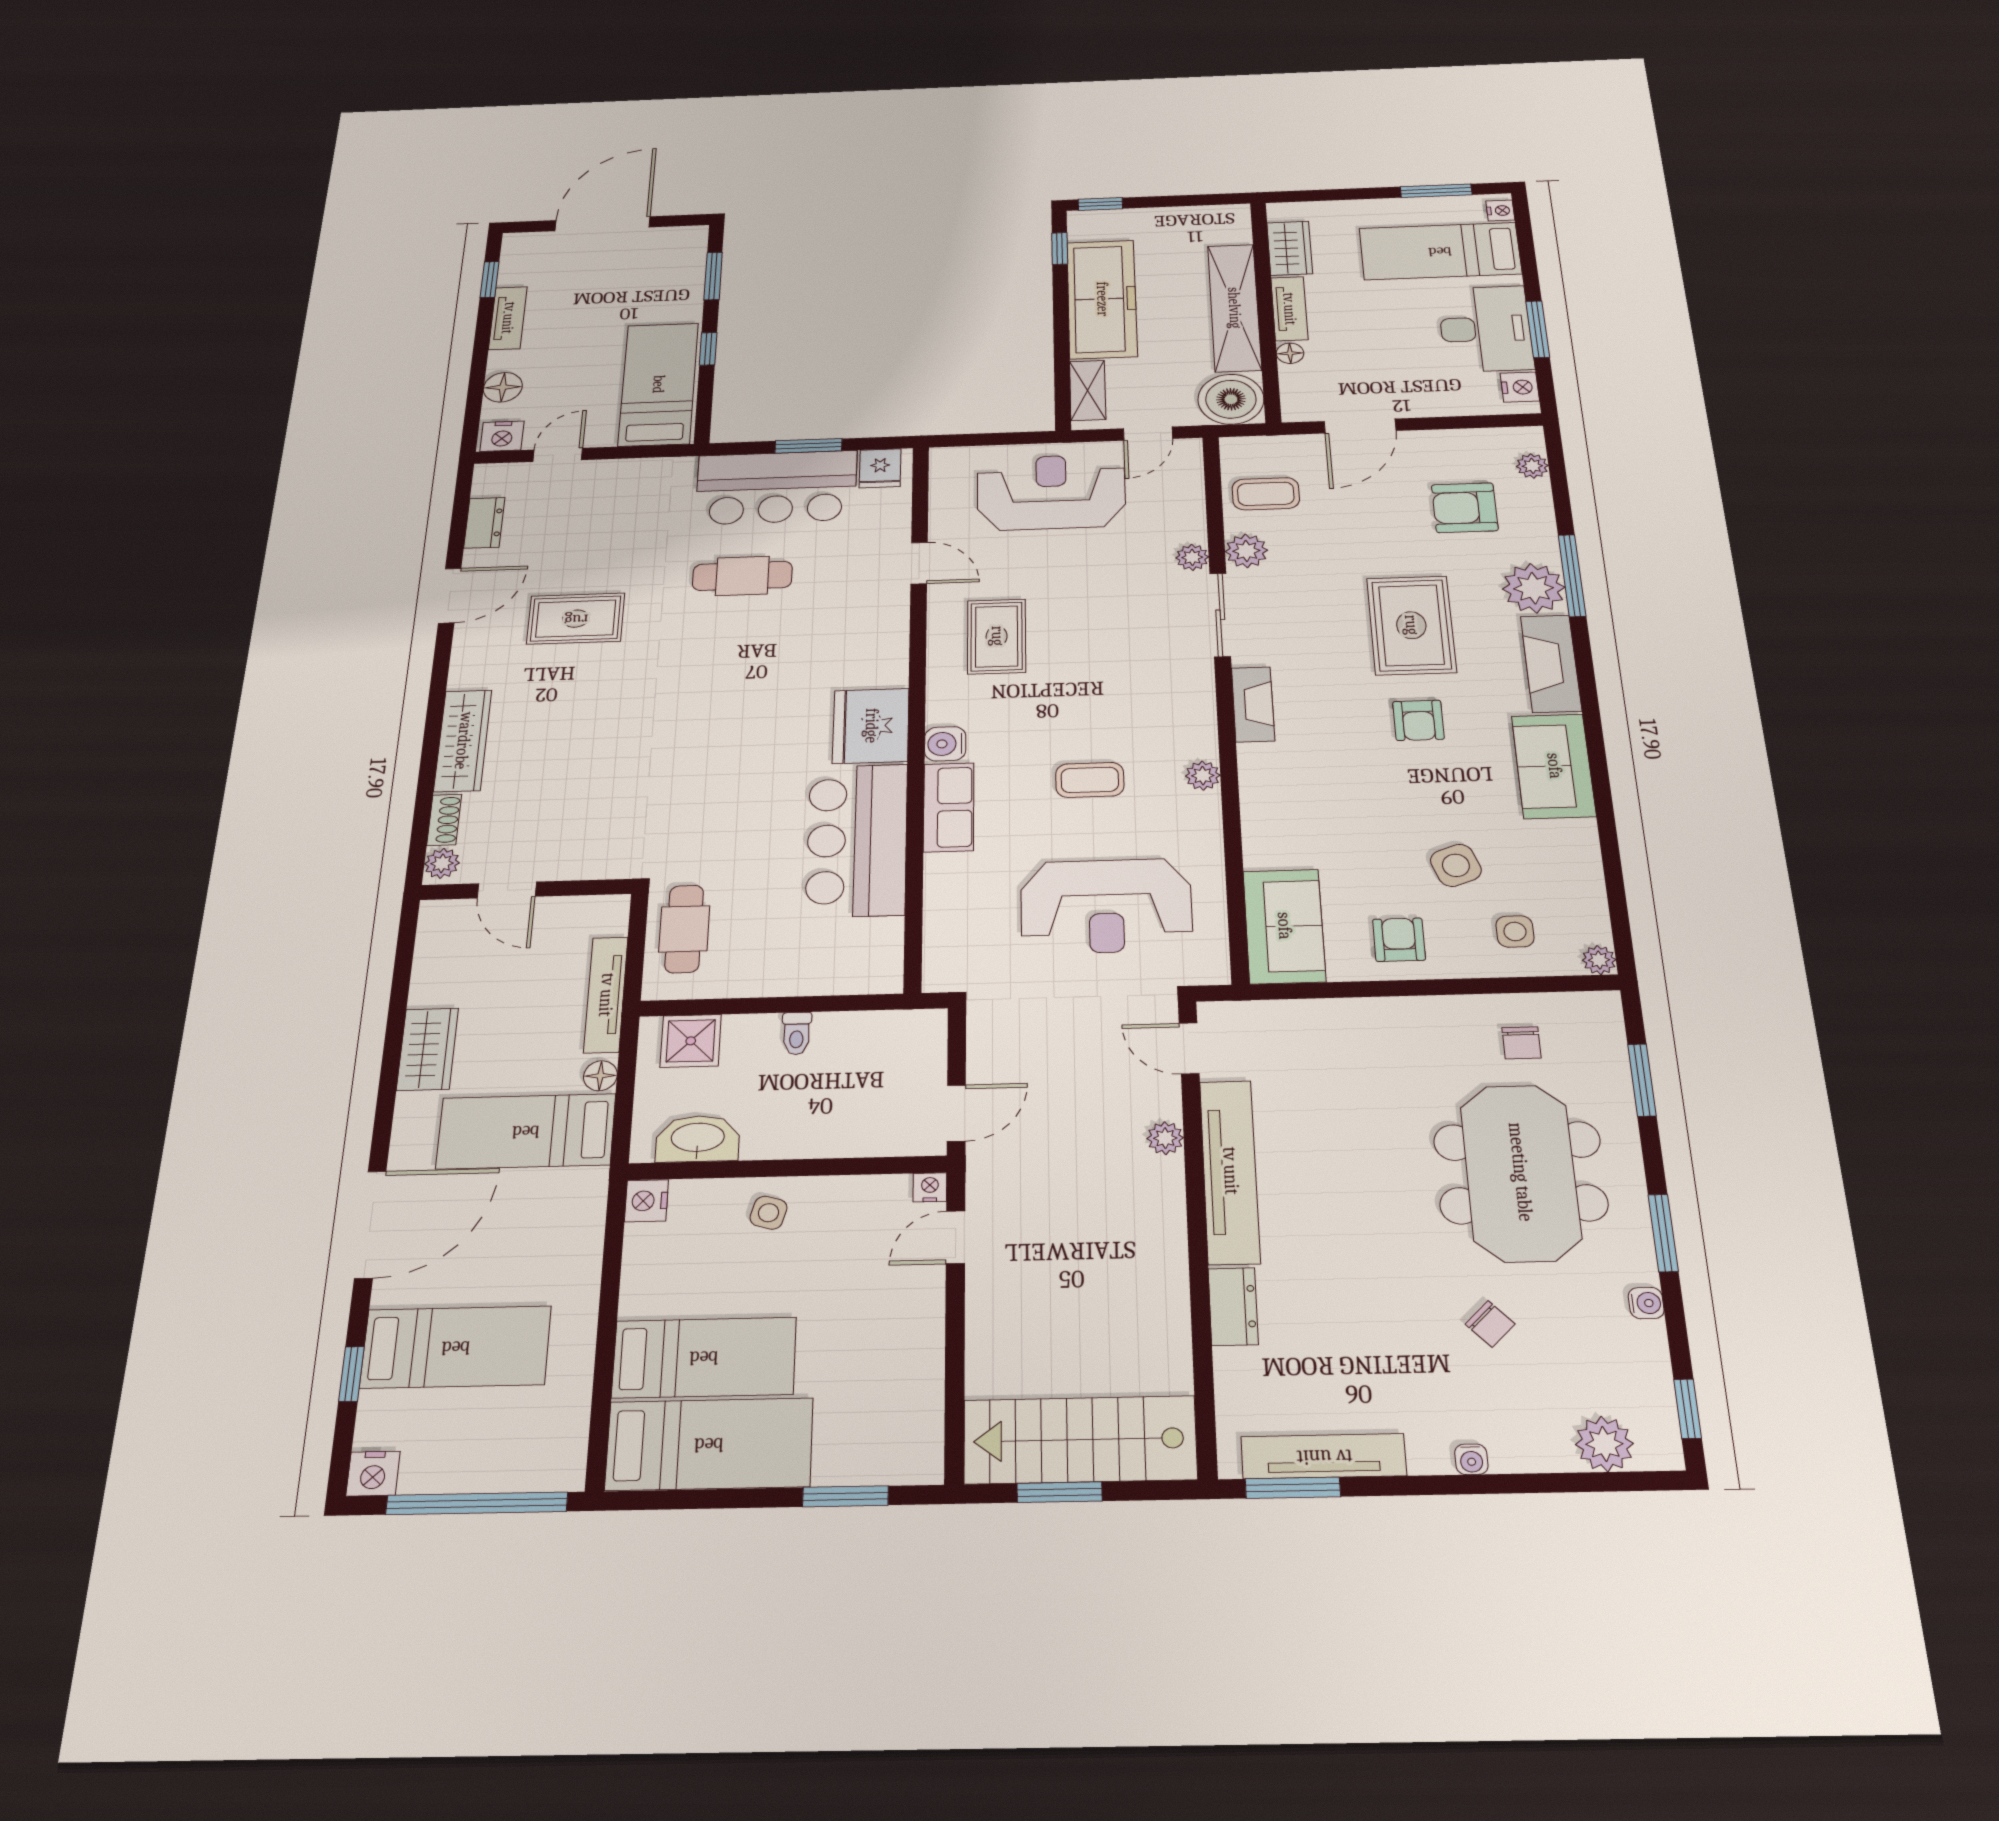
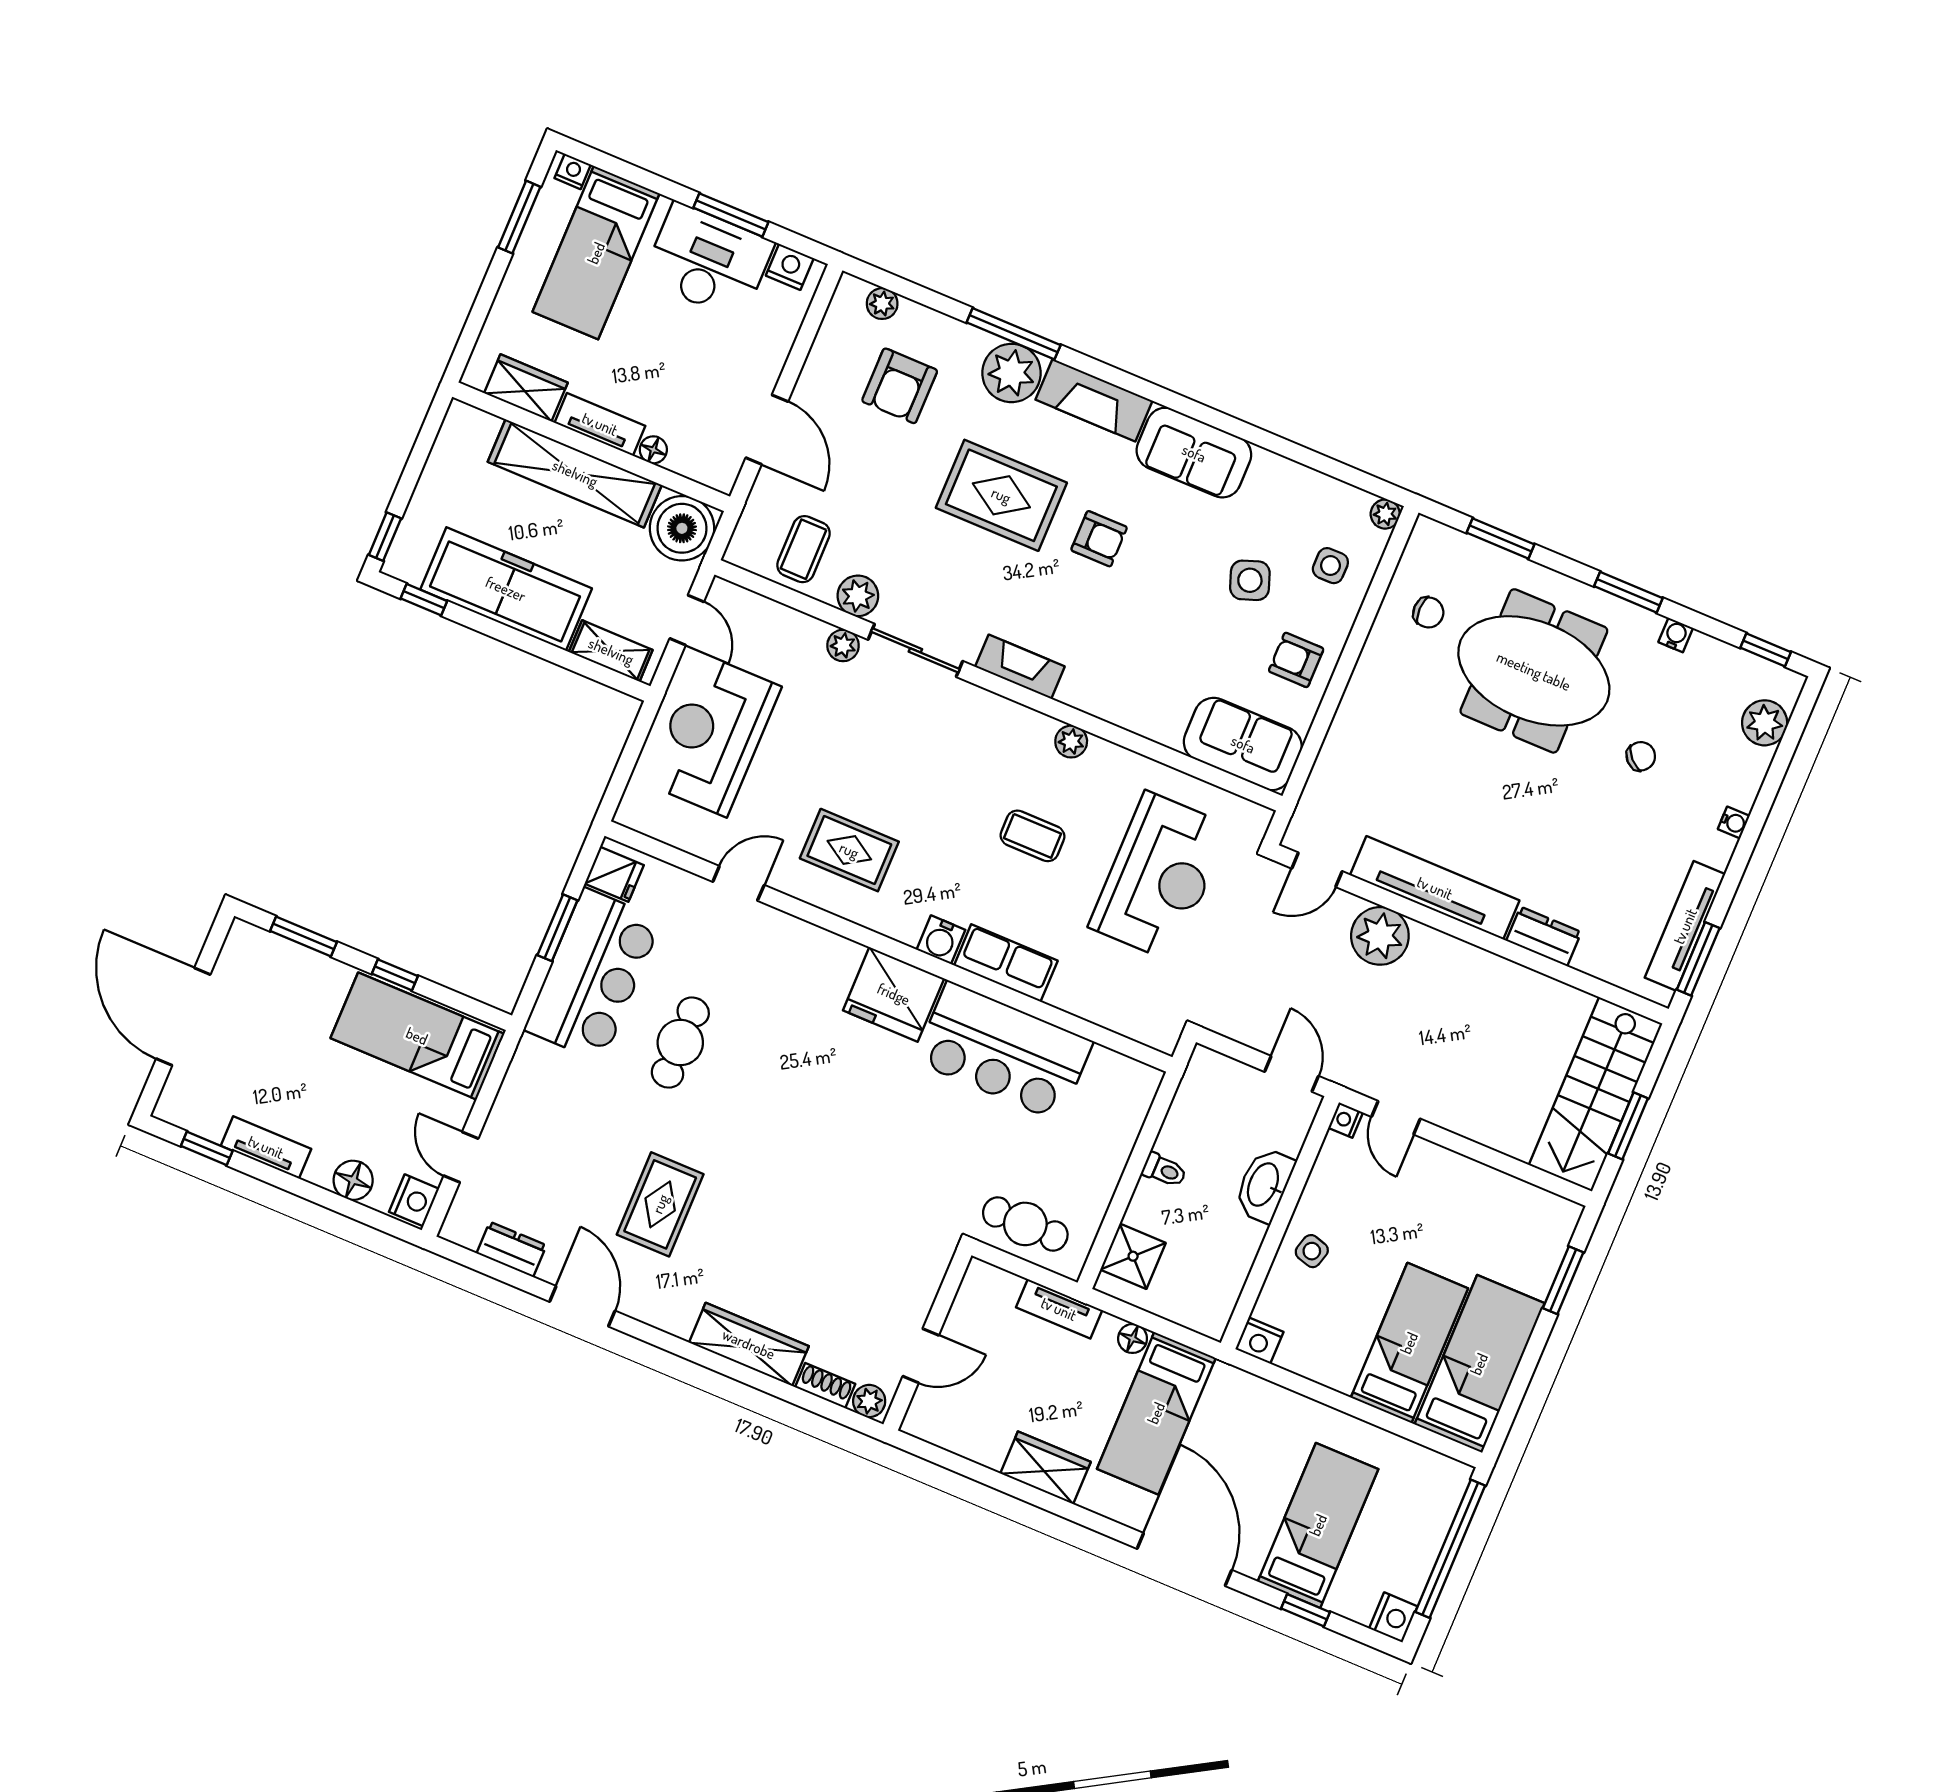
coffee table: (1090, 780) -> (1033, 836), turned 90
tv unit: (606, 995) -> (1059, 1309), width x0.71
plant: (1165, 1138) -> (1380, 936), width x1.87, depth x1.87
washbasin: (698, 1139) -> (1264, 1185), moved

